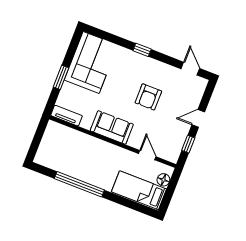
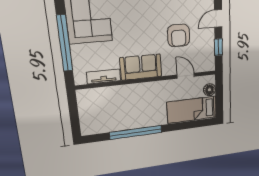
window: (61, 77) -> (65, 43), width x2.11
armchair: (148, 97) -> (179, 35), moved
tv unit: (66, 116) -> (104, 77), moved

